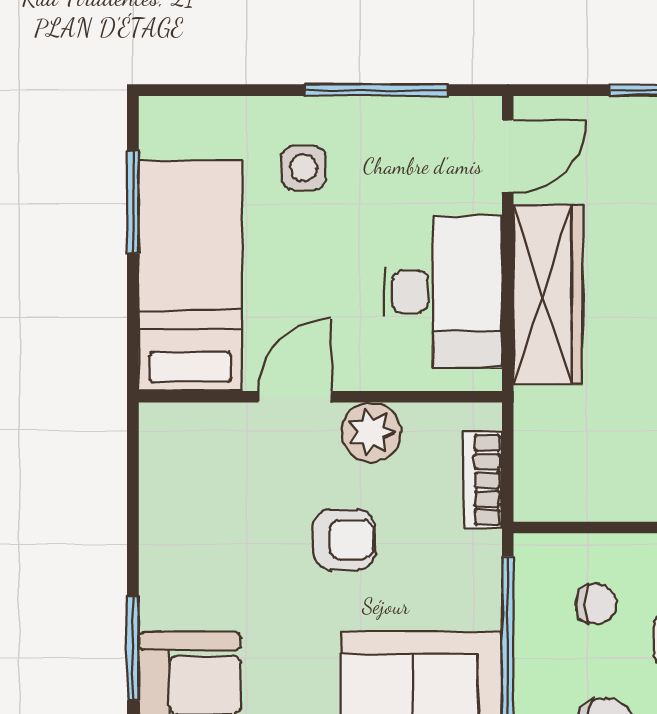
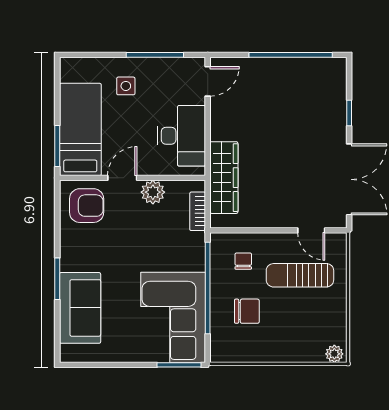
window: (133, 202) -> (57, 146), moved
wardrobe: (548, 295) -> (224, 178), moved
armchair: (344, 539) -> (87, 206), moved, width x1.38, depth x1.38
chair: (596, 604) -> (243, 261), turned -90

